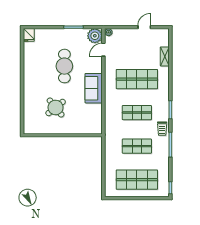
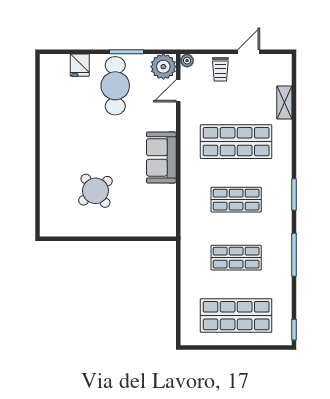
fridge: (29, 35) -> (80, 65), moved
cafe table: (64, 66) -> (115, 86), moved
trolley: (162, 129) -> (220, 69), moved

